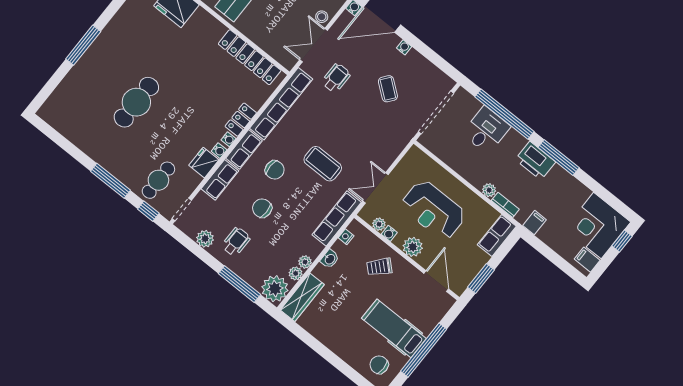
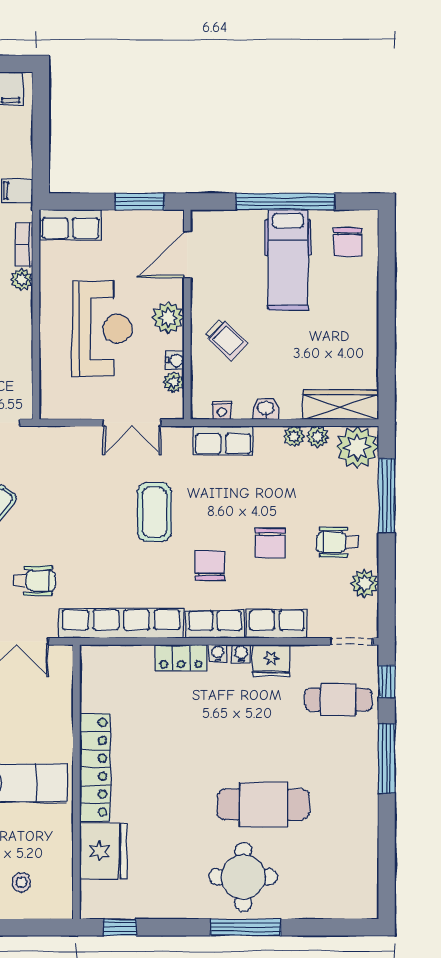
locker: (250, 57) -> (95, 767), moved
round table: (109, 64) -> (243, 877), added
wheelchair: (336, 78) -> (35, 581), turned 180
row of seats: (337, 218) -> (223, 440), width x0.68

